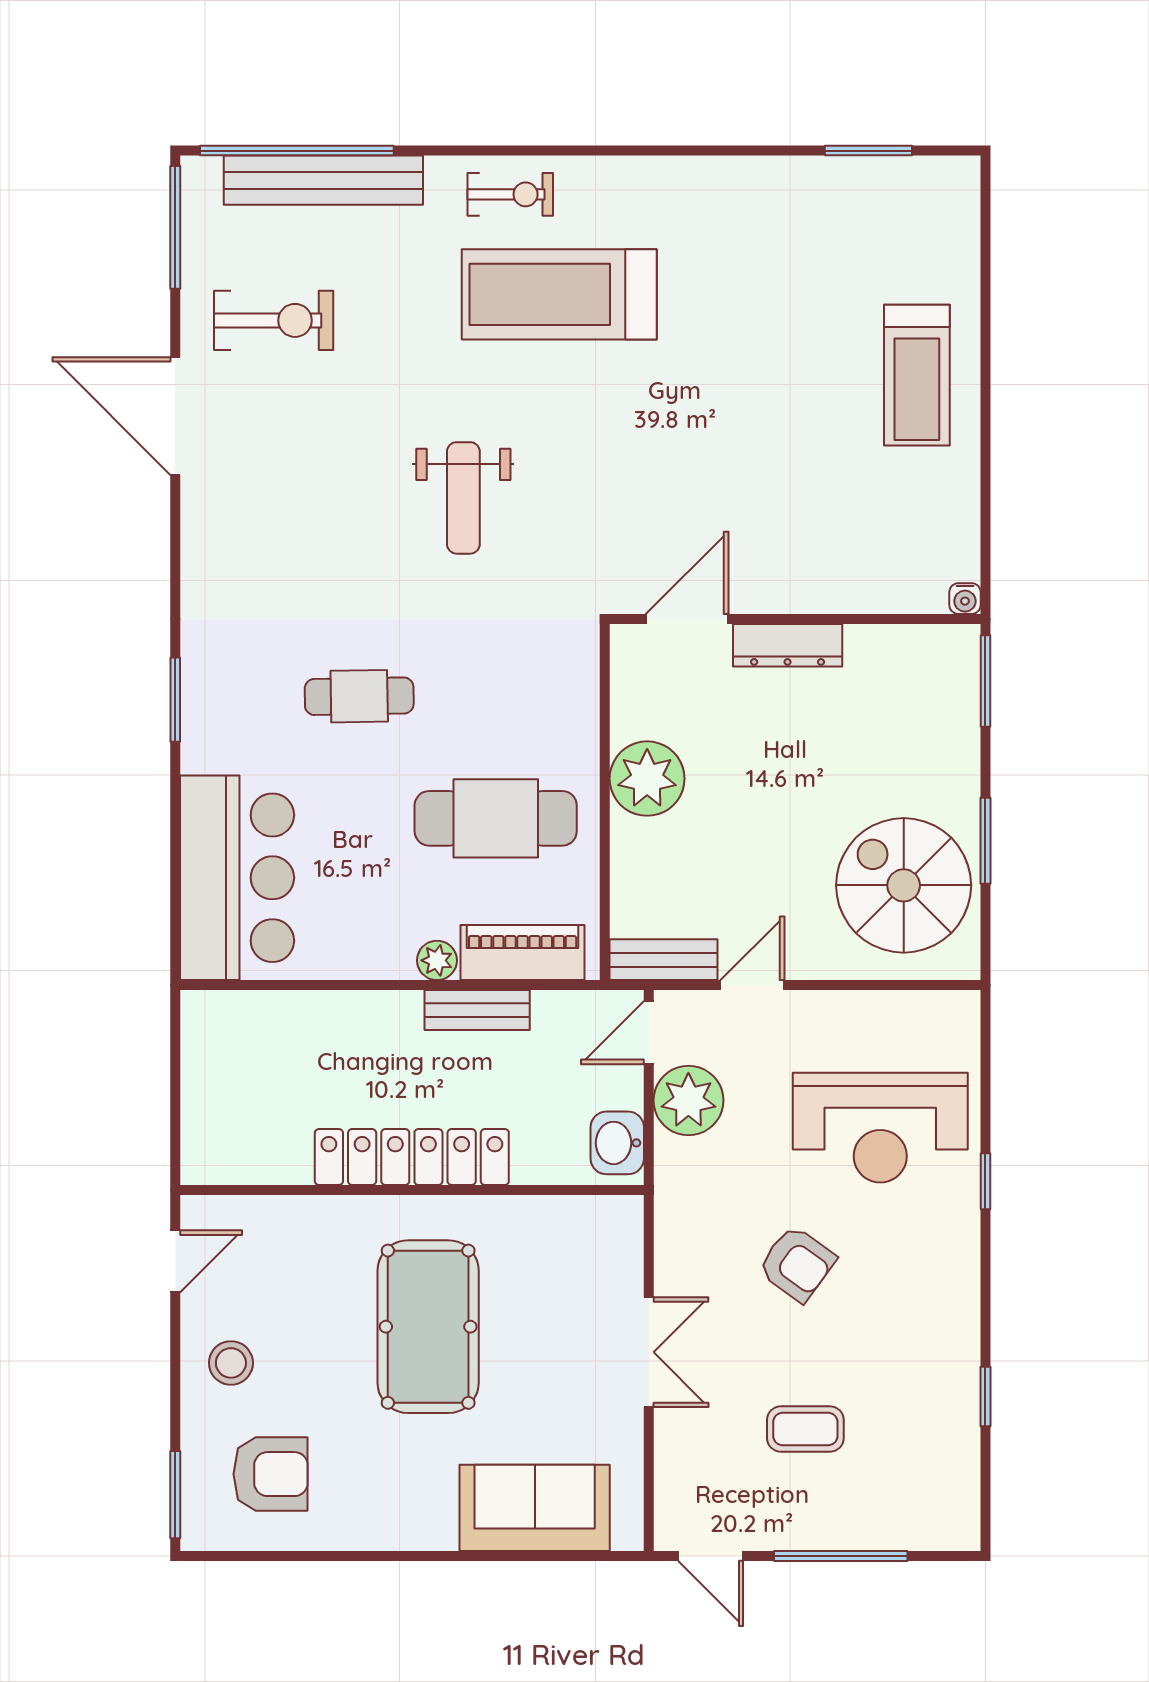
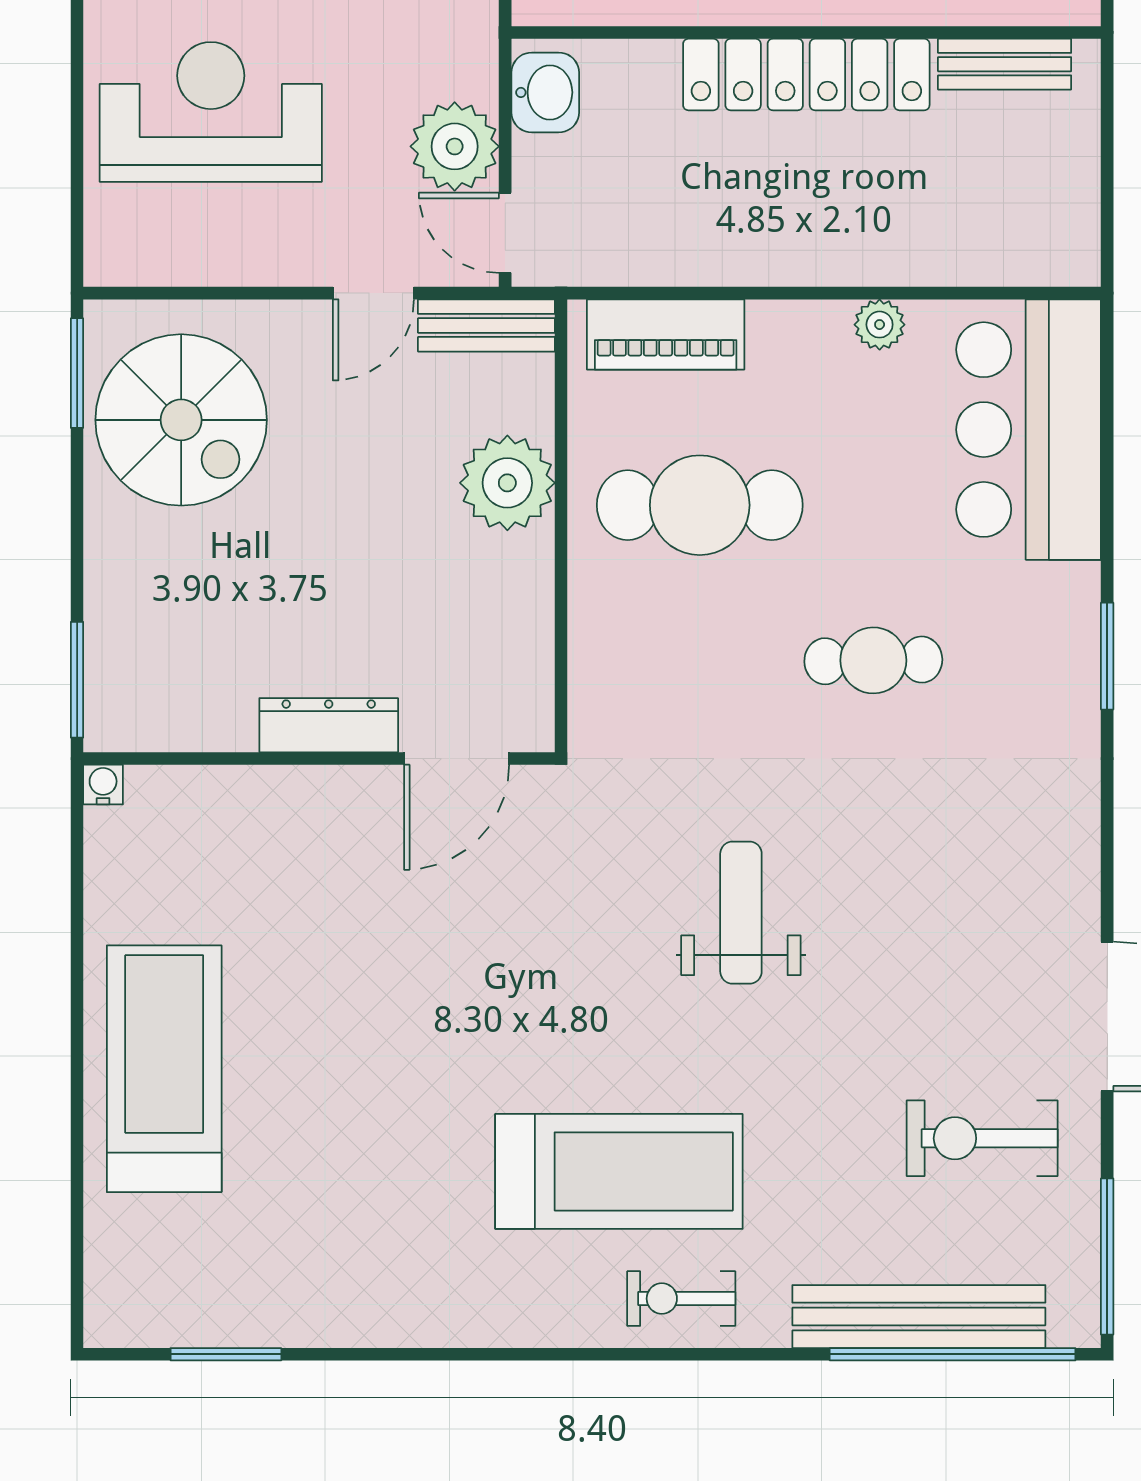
treadmill: (917, 375) -> (164, 1069), width x1.37, depth x1.38
plant: (647, 779) -> (507, 483), moved
window: (985, 841) -> (77, 373), moved
plant: (437, 960) -> (880, 325), moved
bench: (477, 1010) -> (1005, 64), moved
door: (649, 1033) -> (505, 233), swing flipped
window: (985, 1181) -> (77, 44), removed

